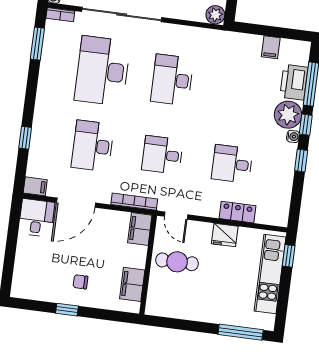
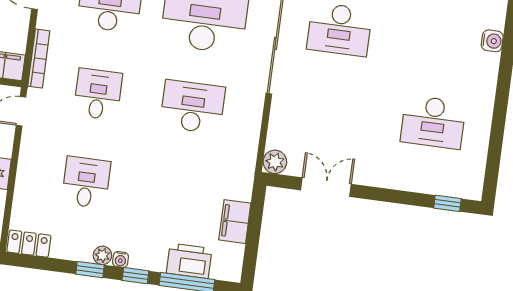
filing cabinet: (271, 47) -> (235, 222), width x2.00
plant: (288, 115) -> (102, 255), moved, width x0.53, depth x0.53
locker: (237, 212) -> (29, 244), moved, turned -90

